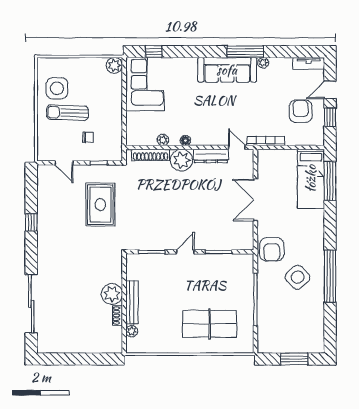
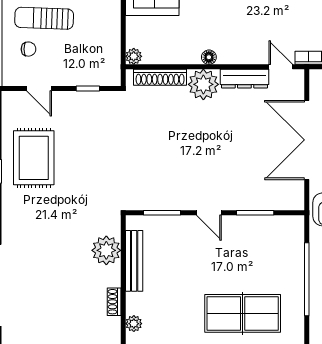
chair: (88, 137) -> (28, 49), moved
plant: (163, 140) -> (134, 56), moved
double door: (255, 200) -> (307, 140), width x1.36
rug: (100, 205) -> (34, 158), moved
door: (185, 252) -> (209, 213), swing flipped
plant: (112, 294) -> (106, 250), moved
bench: (132, 302) -> (134, 261), moved

